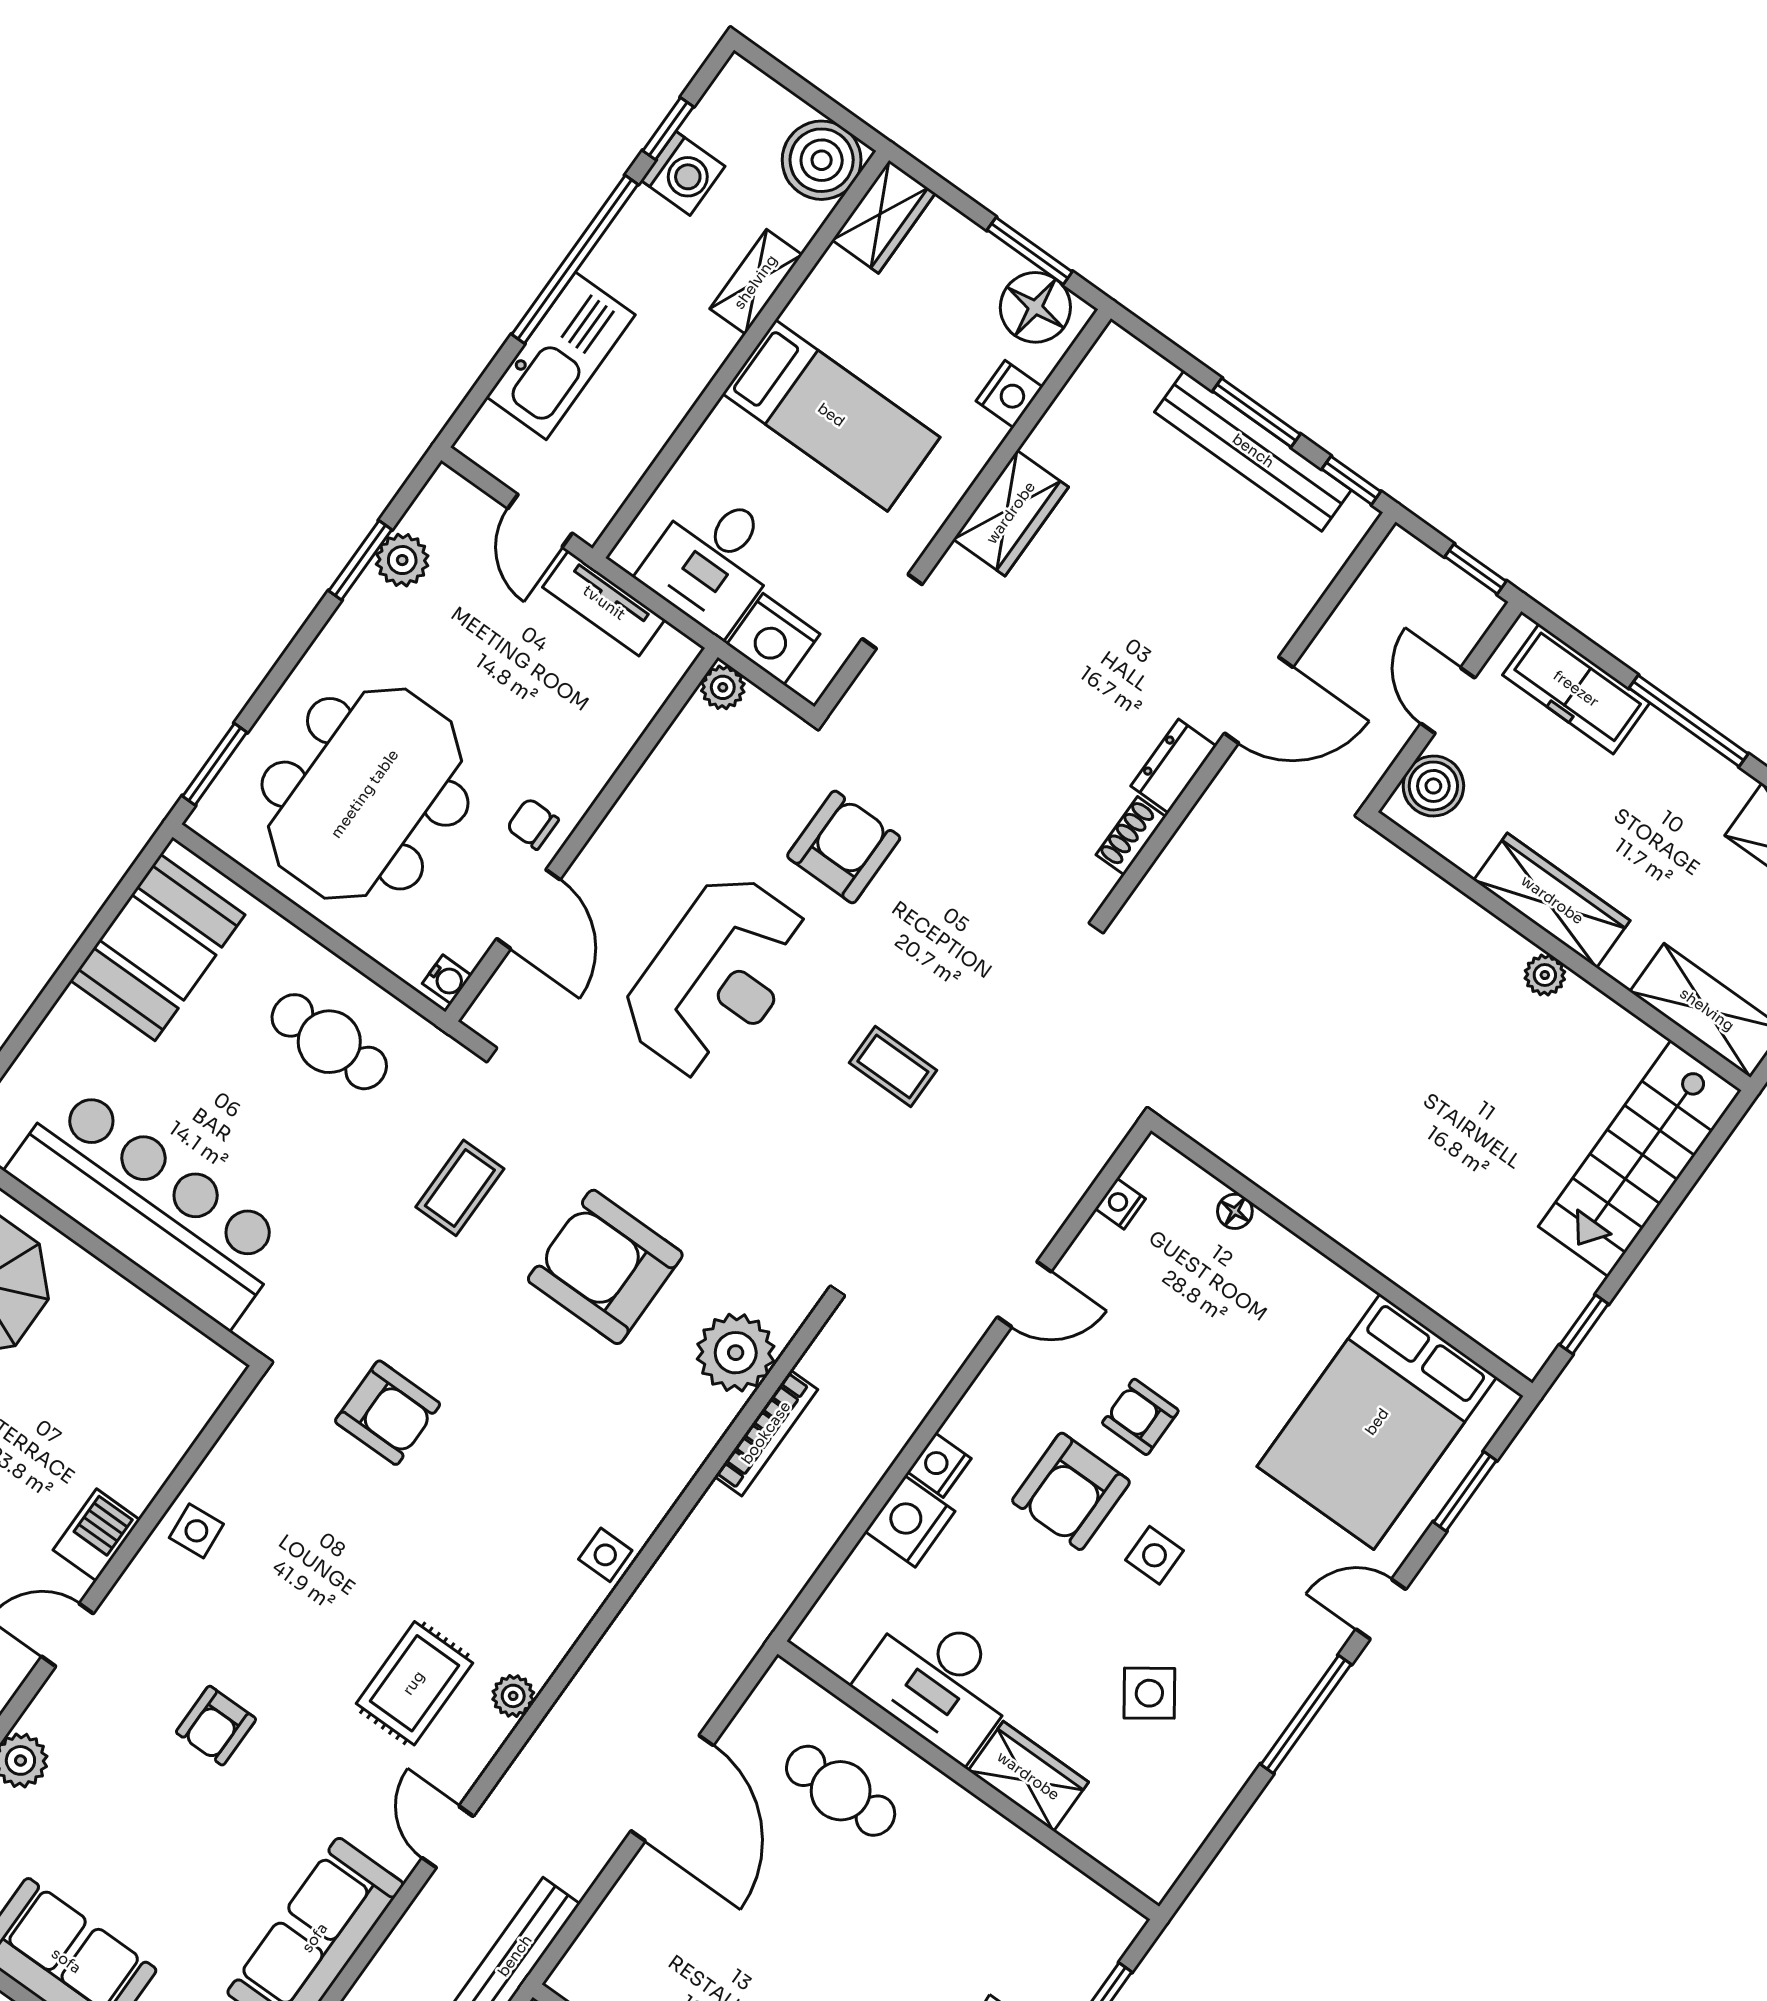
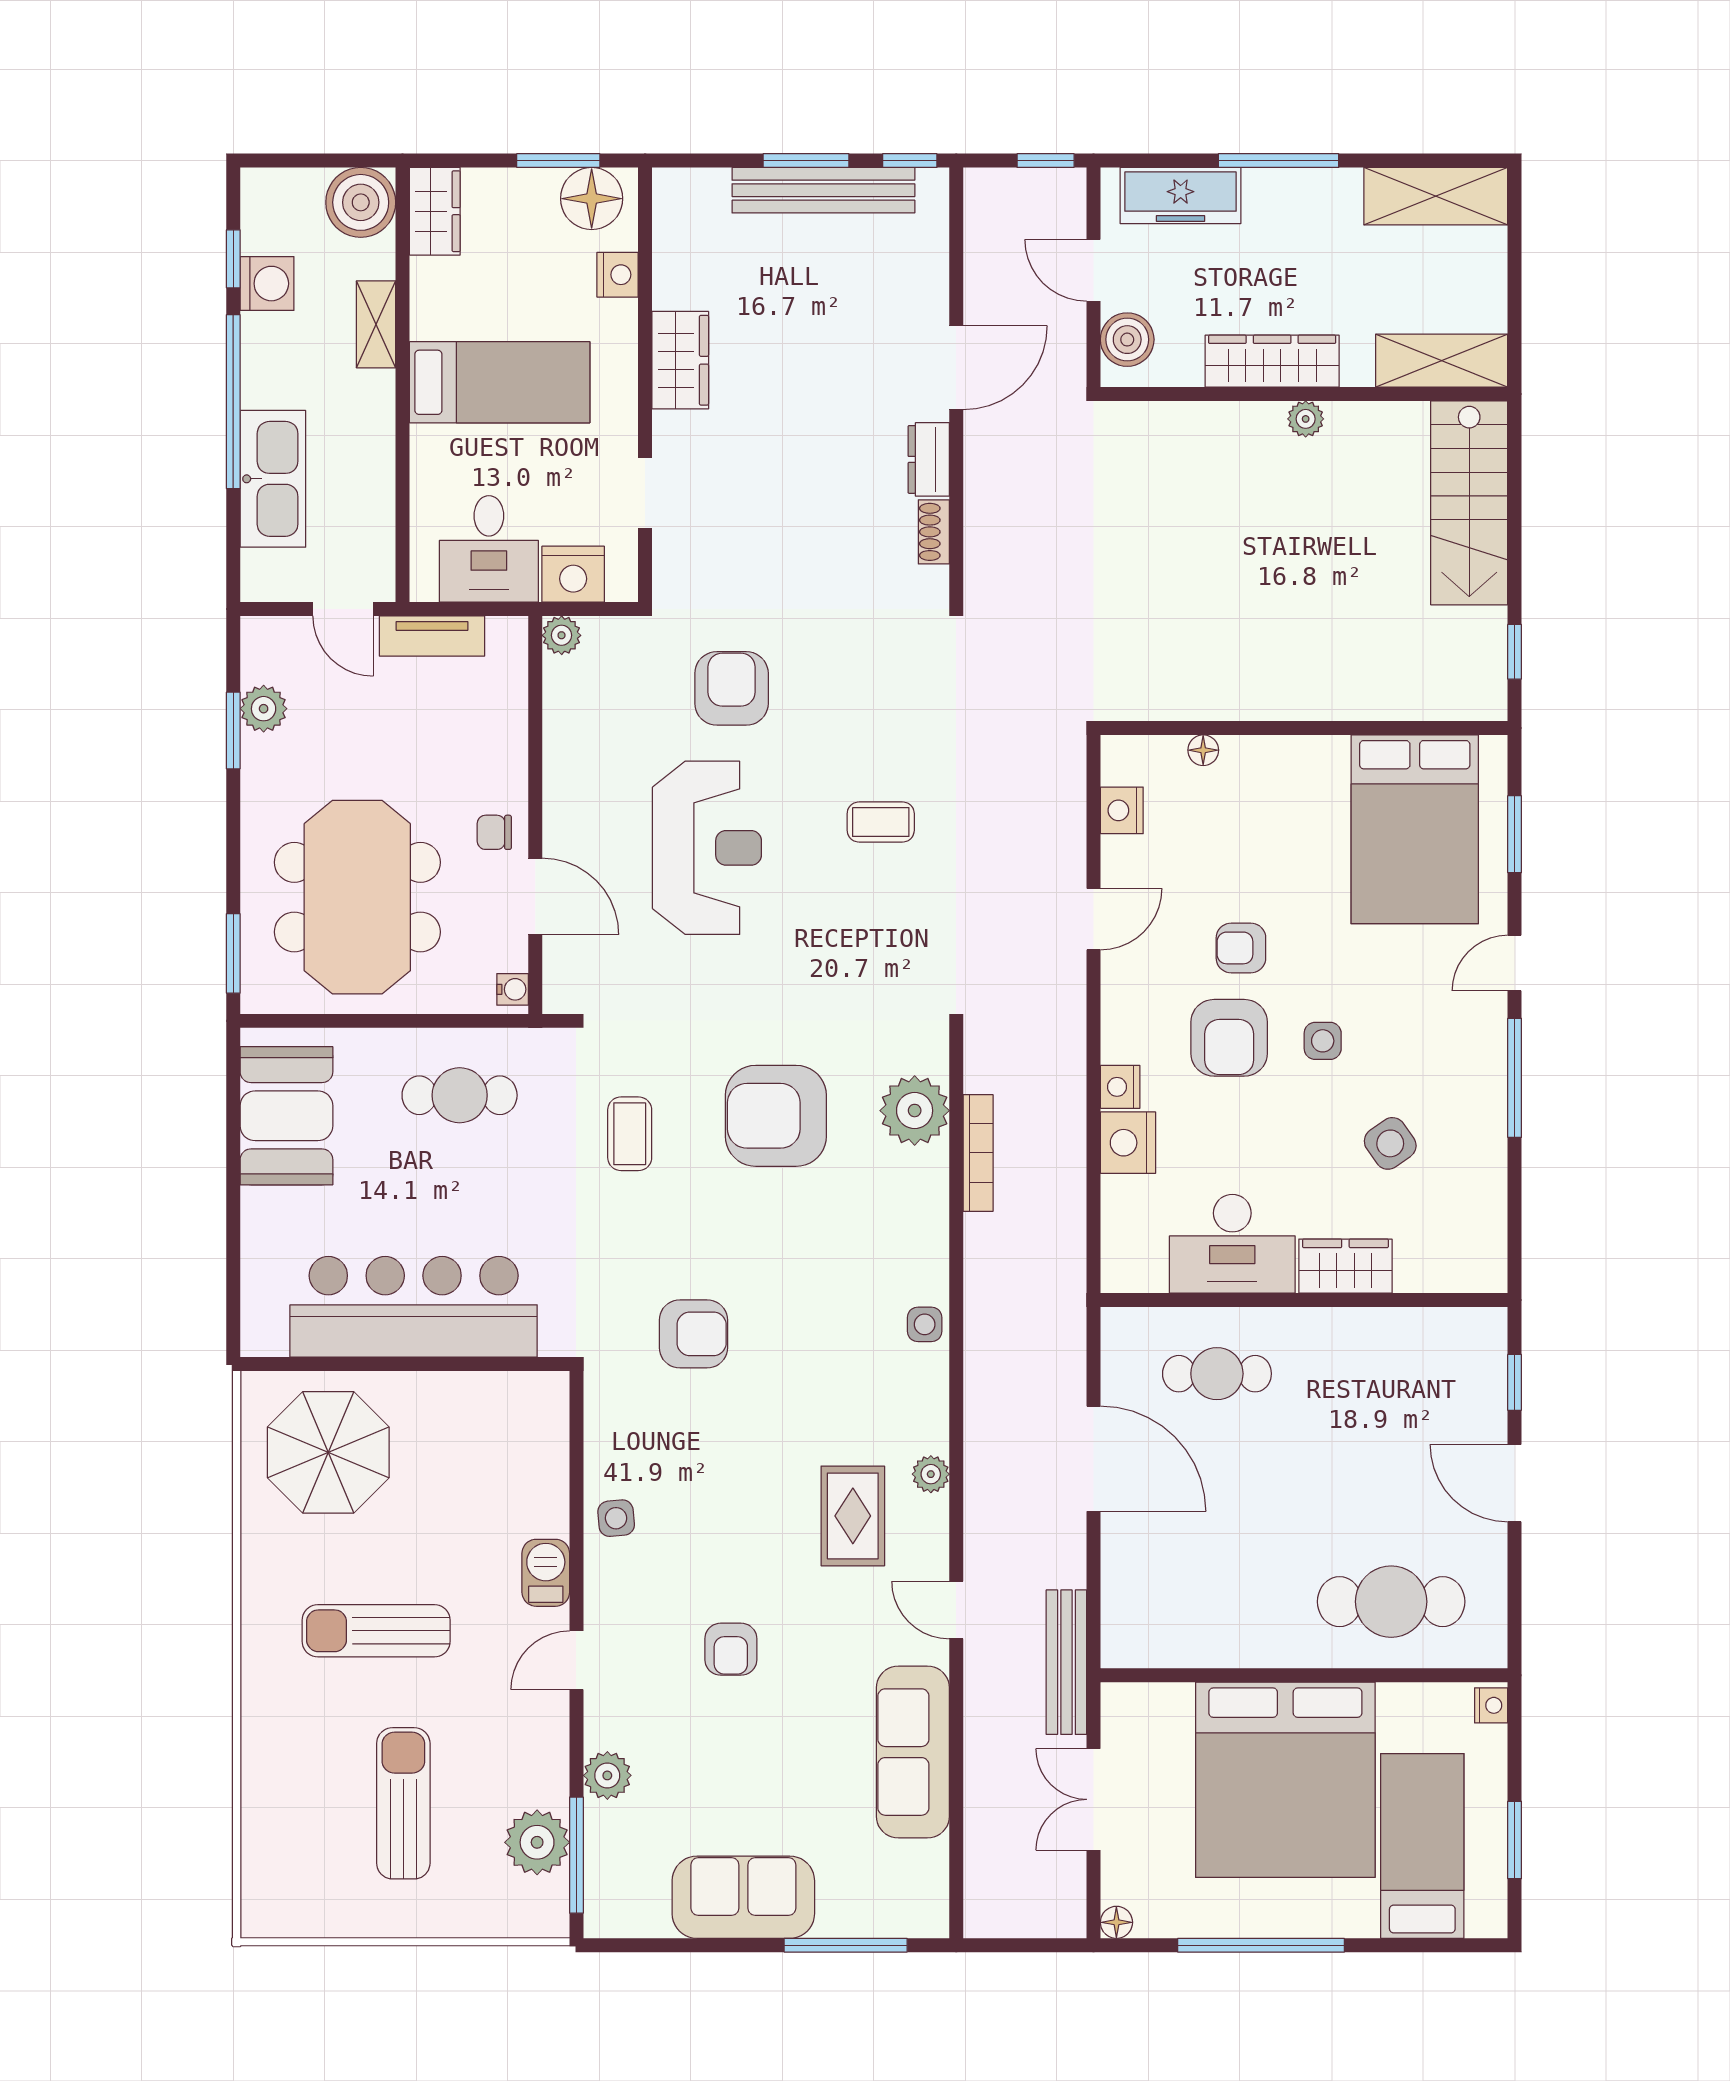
nightstand: (1120, 1204) -> (1122, 810), width x1.39, depth x1.35

